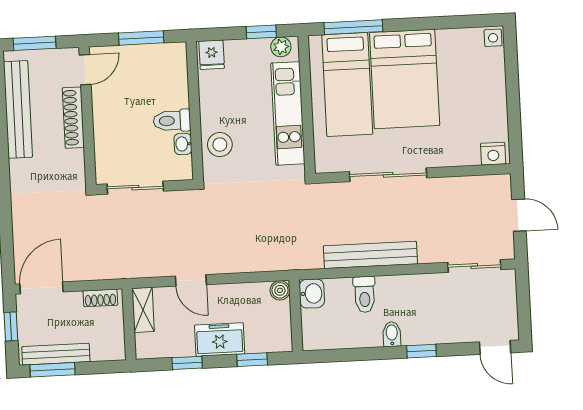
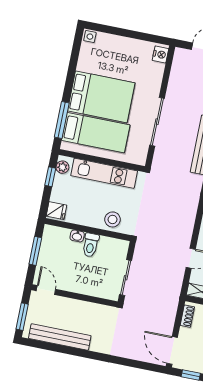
shoe rack: (73, 118) -> (73, 305), removed
washbasin: (183, 144) -> (77, 236), moved

